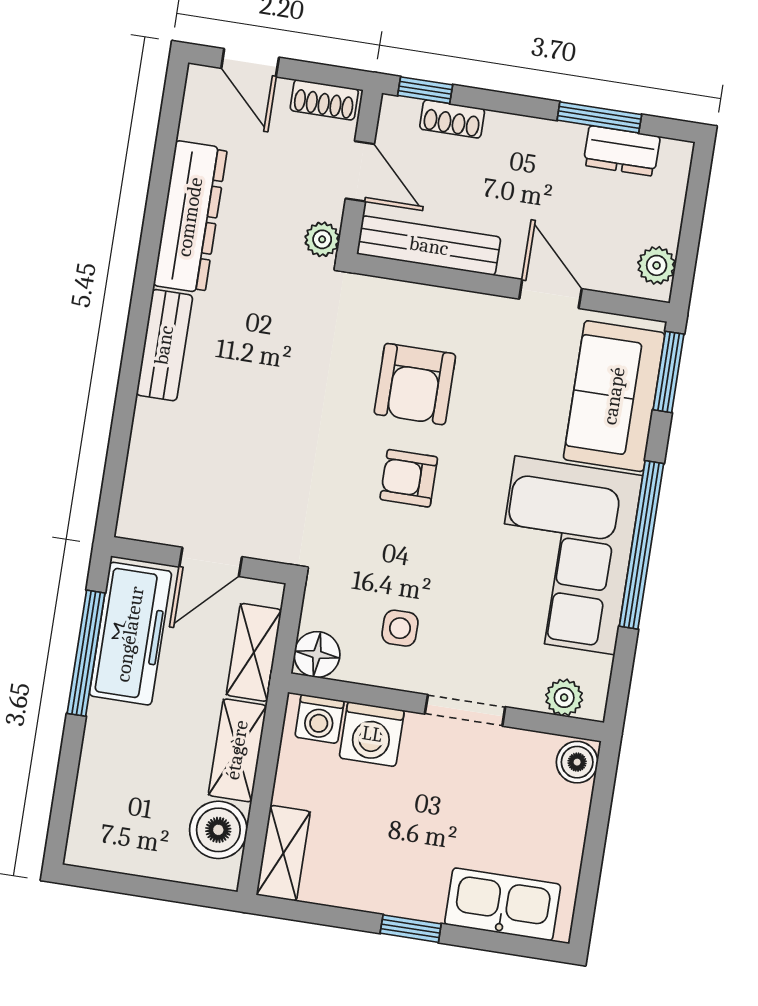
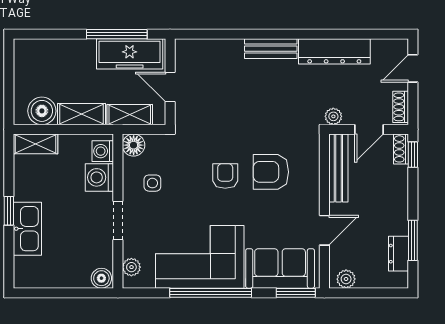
shoe rack: (452, 119) -> (401, 149), moved
kitchen sink: (503, 904) -> (27, 229), moved

